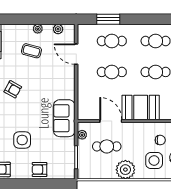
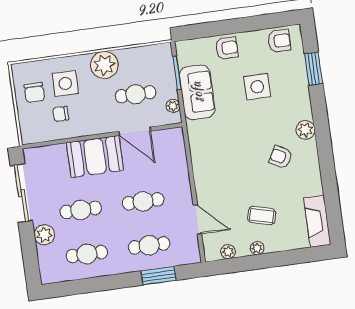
sofa: (64, 118) -> (197, 92), moved

